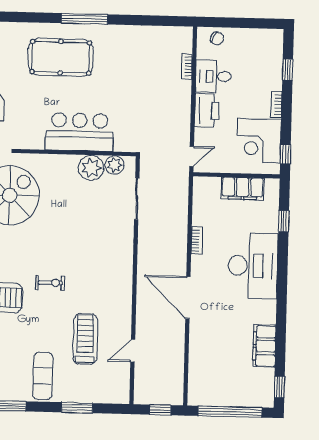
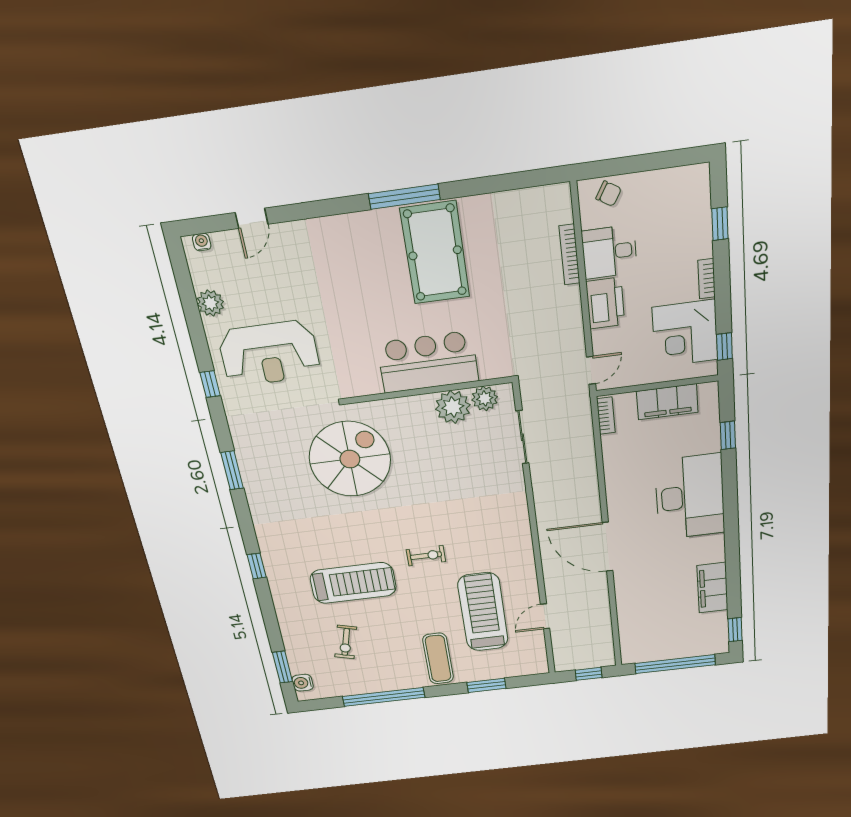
pool table: (61, 57) -> (435, 253), moved, turned 90
bookcase: (187, 67) -> (569, 255), width x1.56
bookcase: (197, 240) -> (606, 416), moved
treadmill: (85, 339) -> (483, 612), width x1.37, depth x1.38

